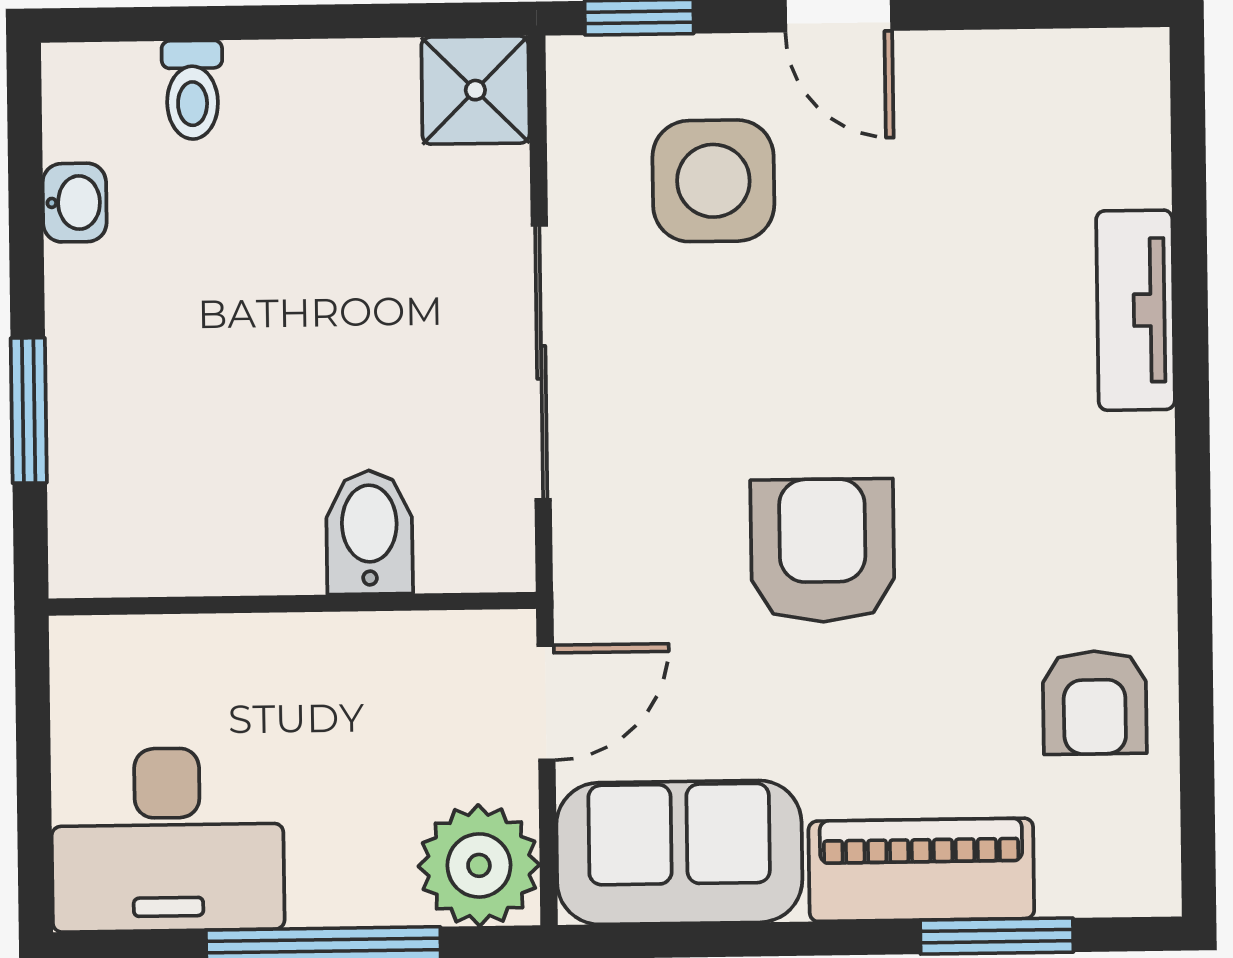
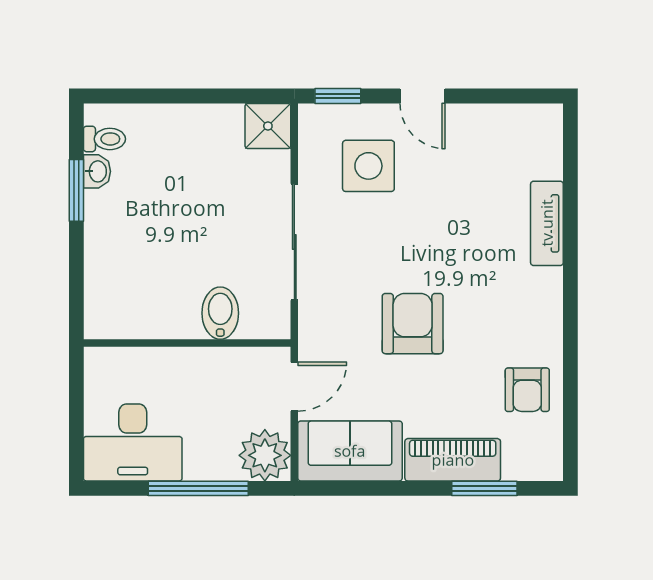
toilet: (192, 90) -> (104, 139), moved, turned -90
window: (29, 410) -> (76, 190), moved

